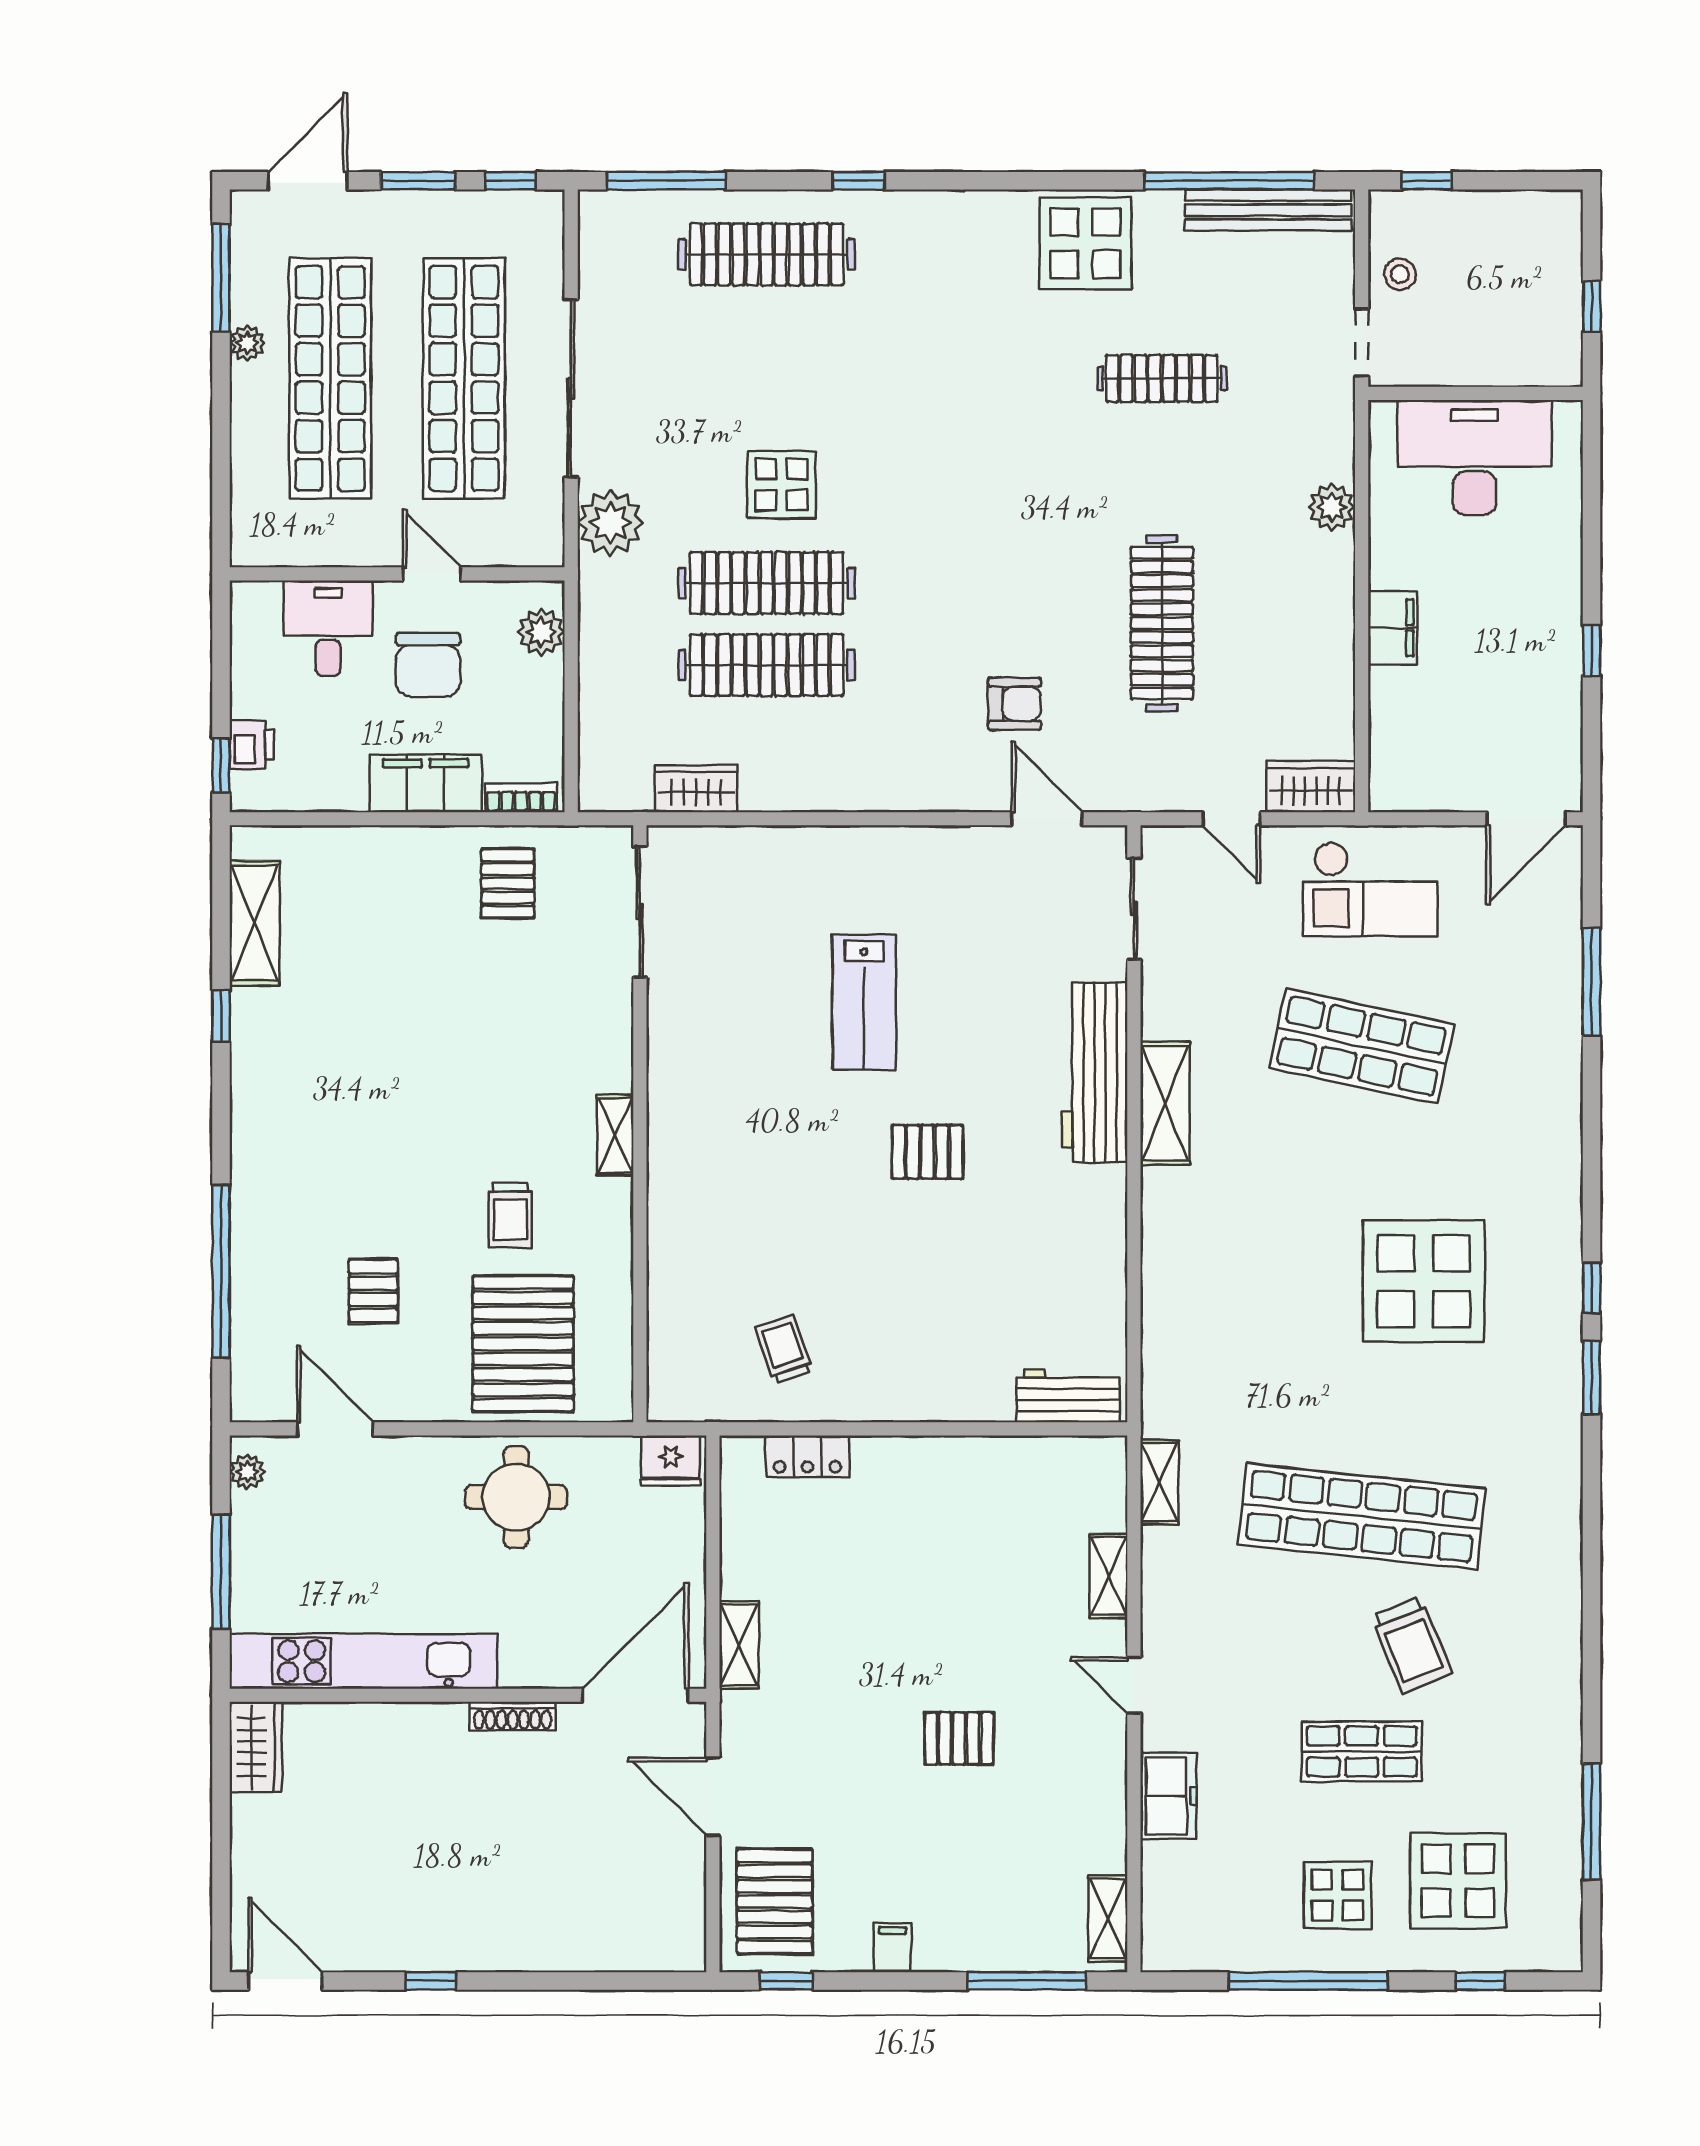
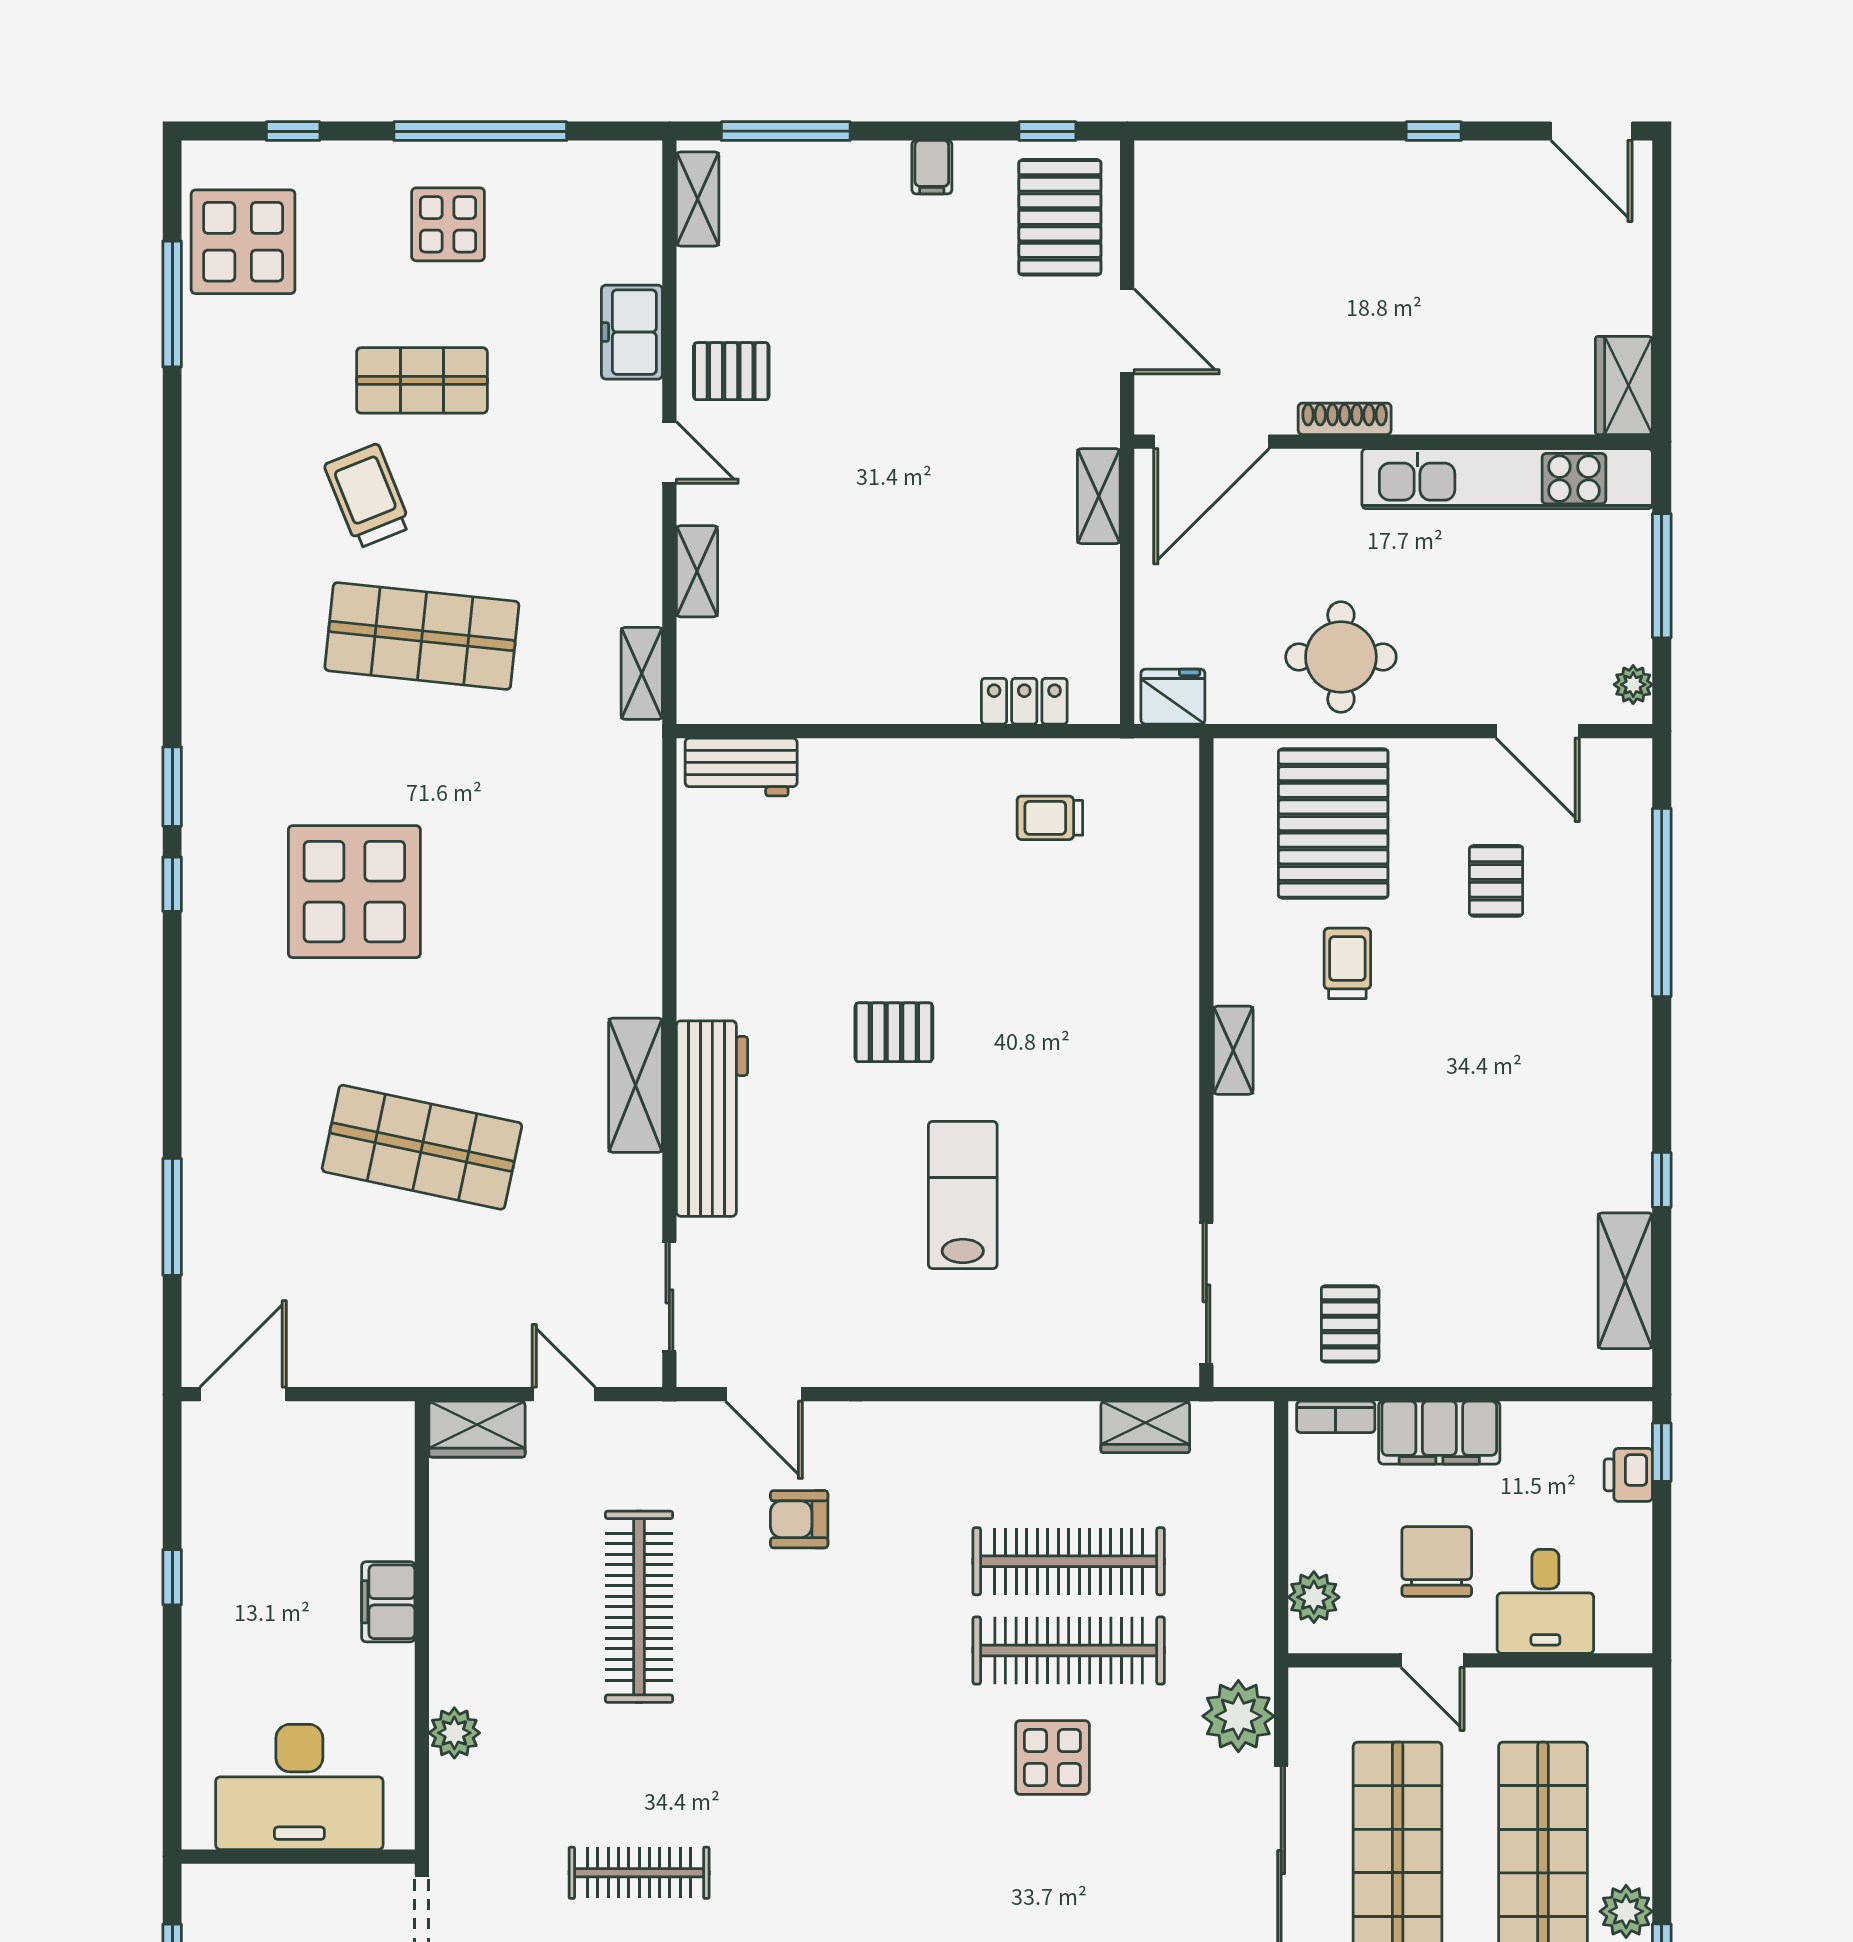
plant: (247, 343) -> (1626, 1911), width x1.38, depth x1.38
checkout: (1370, 889) -> (413, 1318), removed
trolley: (784, 1349) -> (1050, 818), turned 109
shop shelf: (1362, 1516) -> (422, 636), width x0.71
pallet: (959, 1739) -> (731, 371), moved
display table: (1458, 1881) -> (243, 242), moved

